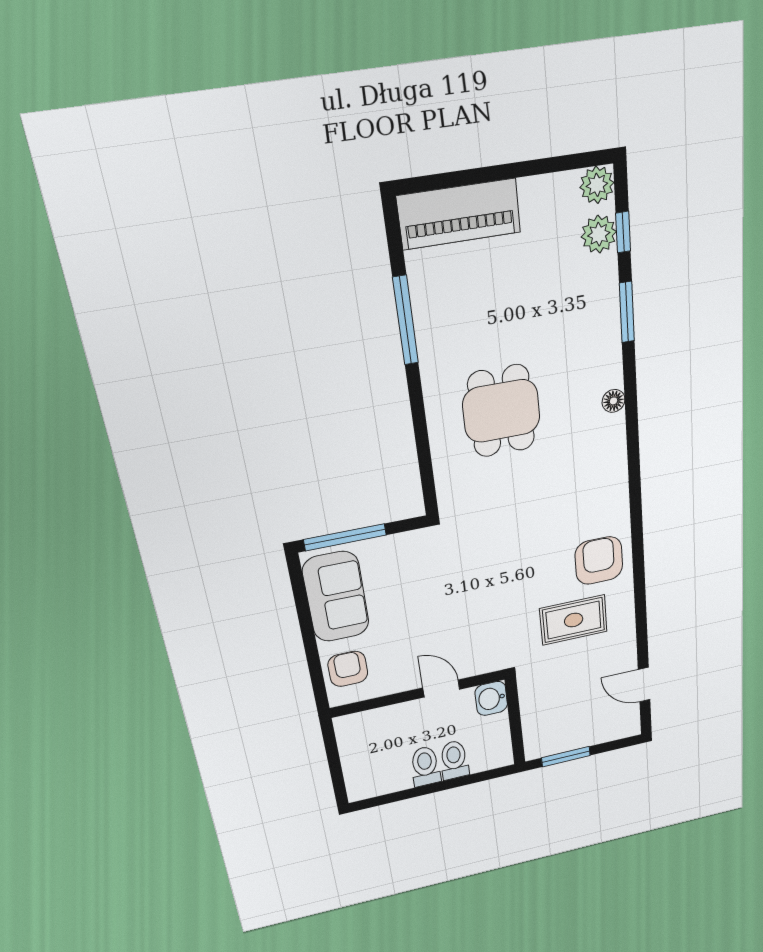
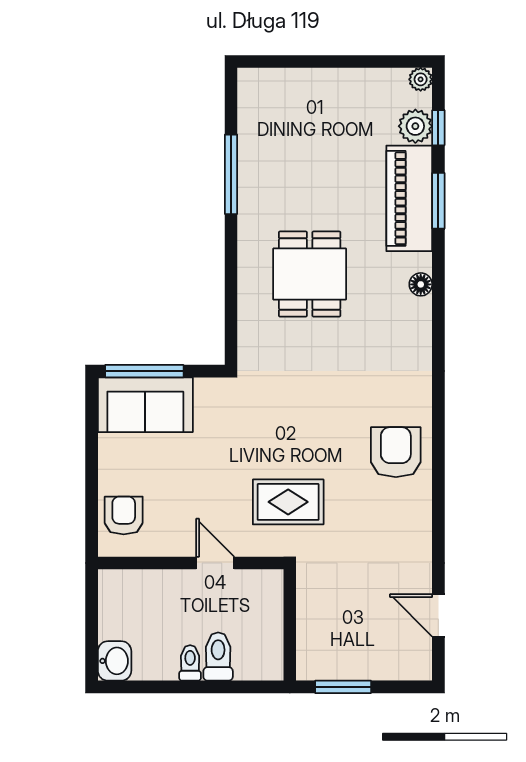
plant: (597, 185) -> (421, 79), width x0.73, depth x0.73
piano: (459, 214) -> (409, 198), moved, turned 90
sofa: (336, 597) -> (145, 405), moved, turned 90
rug: (574, 620) -> (288, 502), moved
washbasin: (491, 698) -> (115, 661), moved, turned 180
toilet: (425, 766) -> (190, 663), width x0.73, depth x0.72

